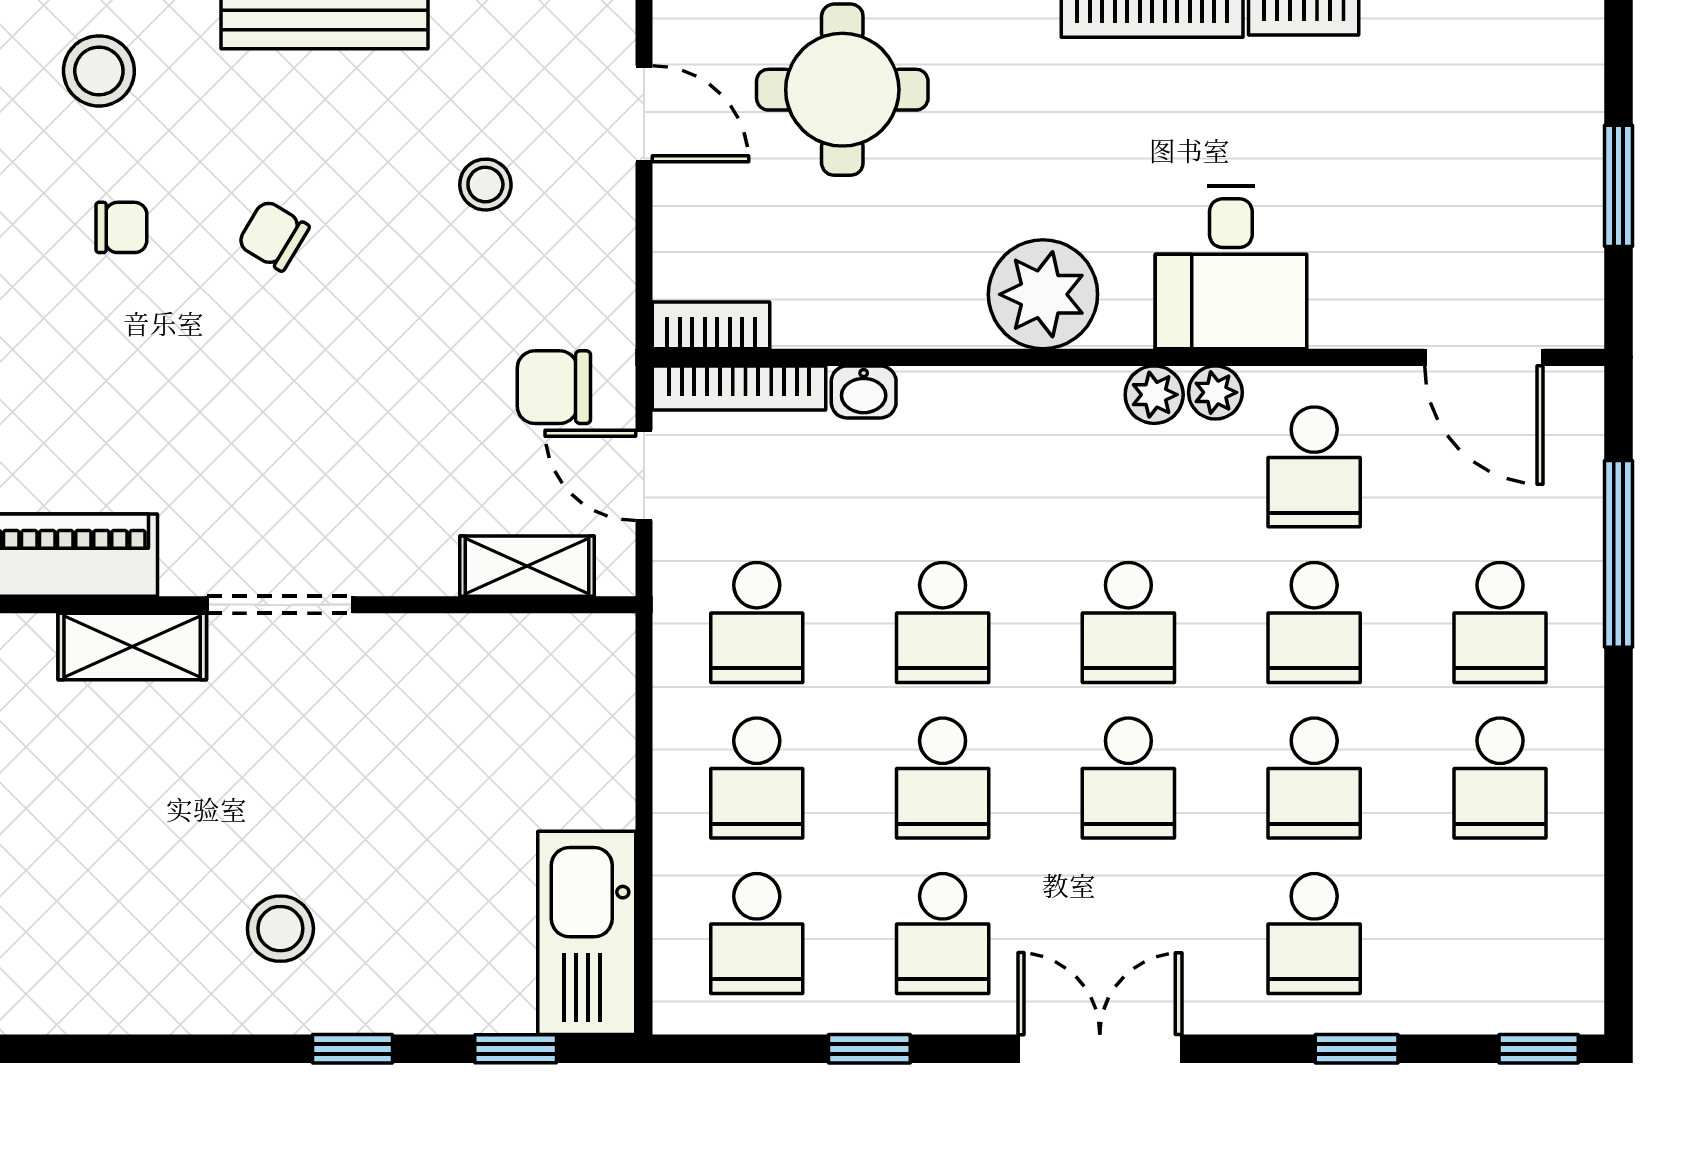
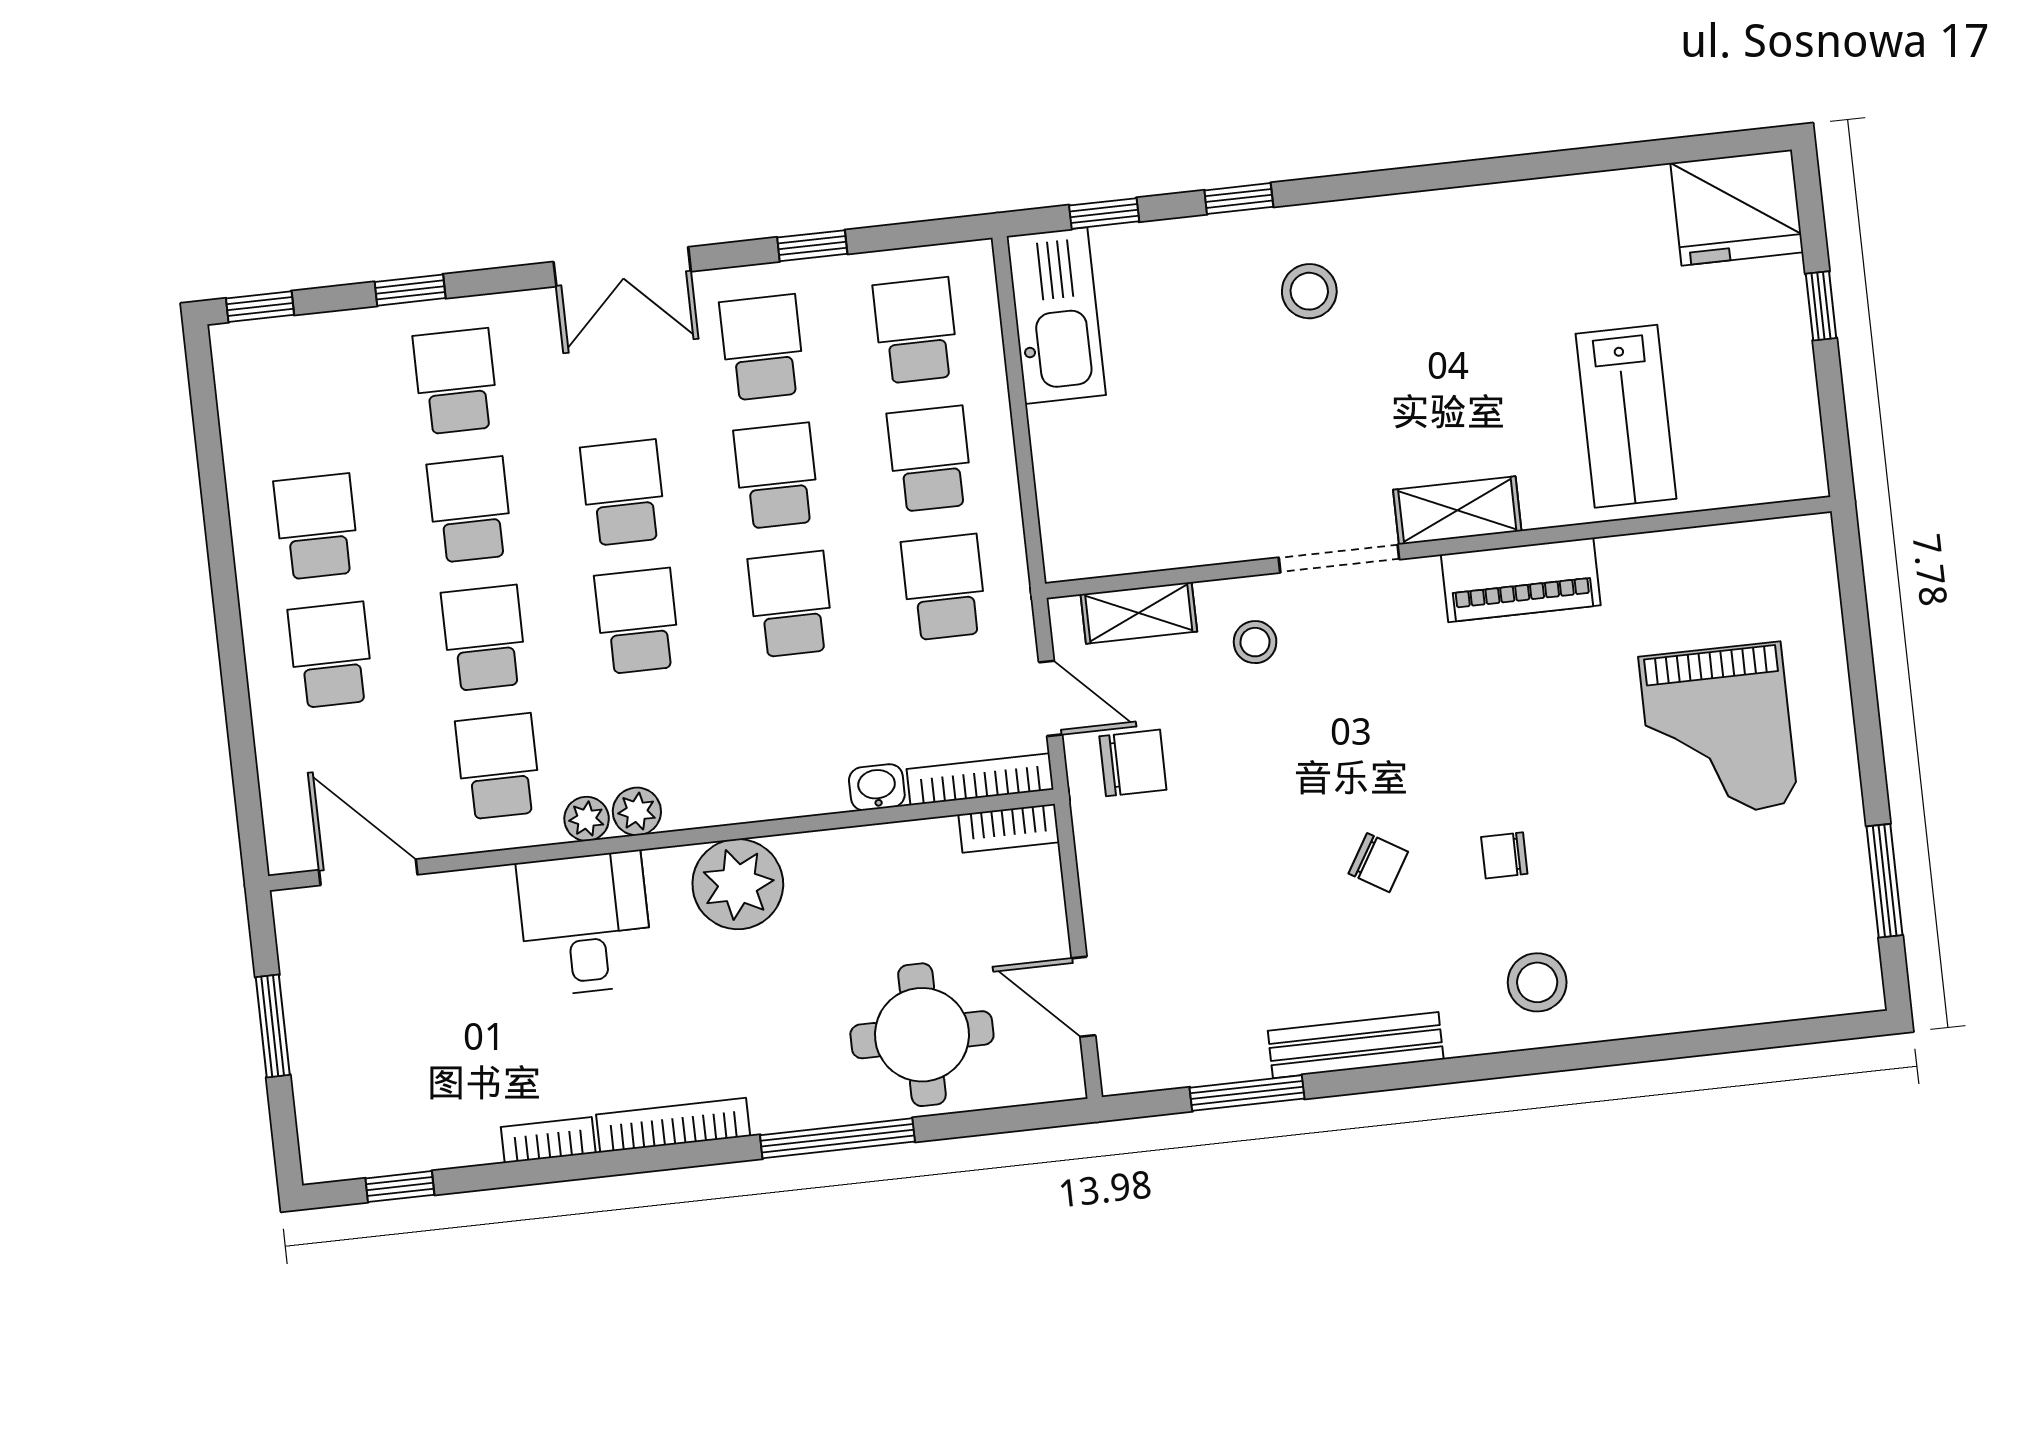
stool: (485, 185) -> (1255, 642), moved
window: (1618, 554) -> (239, 722), removed

